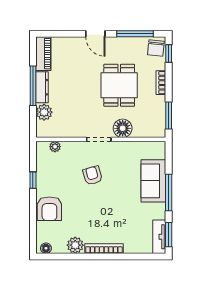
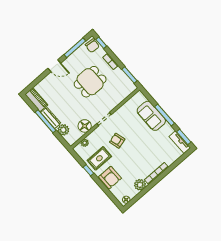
dining table: (119, 85) -> (90, 82), turned 90
floor lamp: (123, 128) -> (85, 126), moved
rug: (56, 178) -> (99, 158), added

